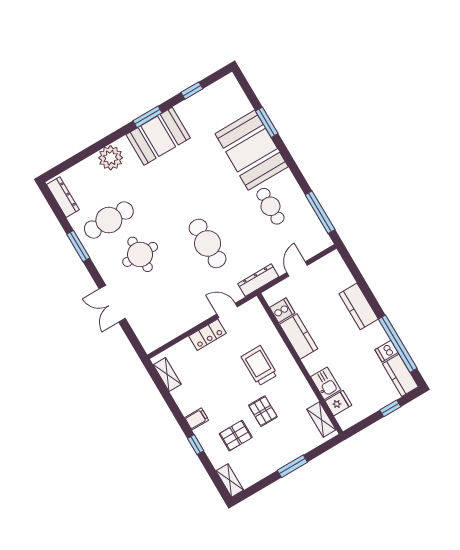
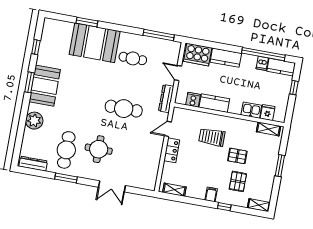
cooker: (336, 273) -> (198, 55), added

